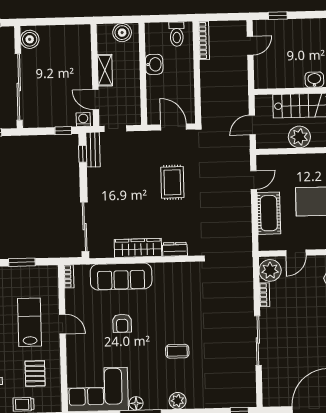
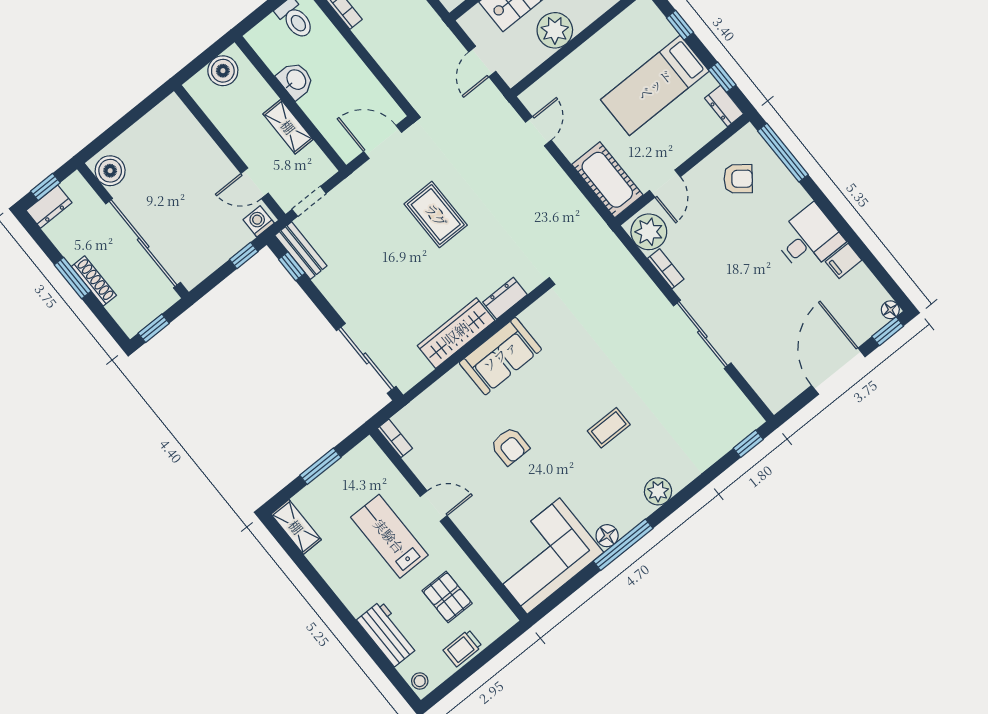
shelving: (105, 70) -> (288, 127), moved
cot: (269, 213) -> (607, 180), moved
sofa: (121, 276) -> (500, 356), moved, width x0.73

